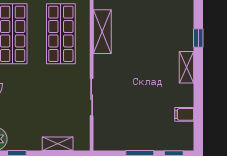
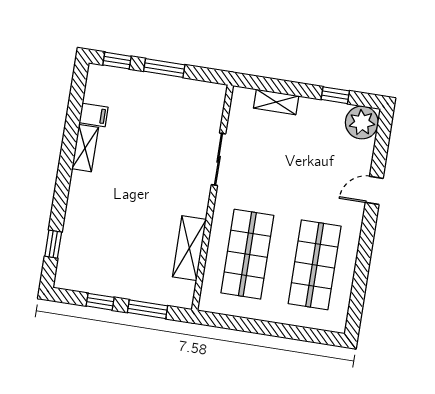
window: (198, 38) -> (53, 244), moved
shelving: (187, 67) -> (85, 148), moved

